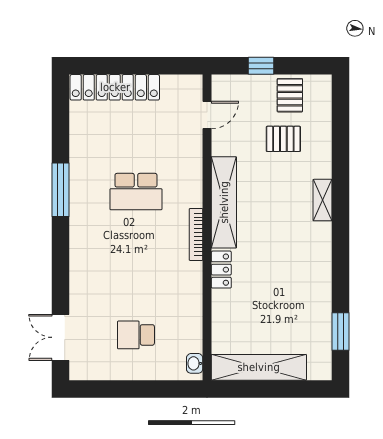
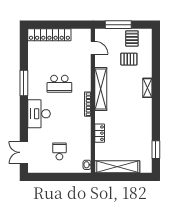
window: (261, 66) -> (118, 25), width x2.17
door: (207, 115) -> (93, 48), hinge flipped
desk: (93, 255) -> (39, 114), added
locker: (221, 270) -> (100, 133), moved
school desk: (136, 335) -> (59, 151), turned 90

